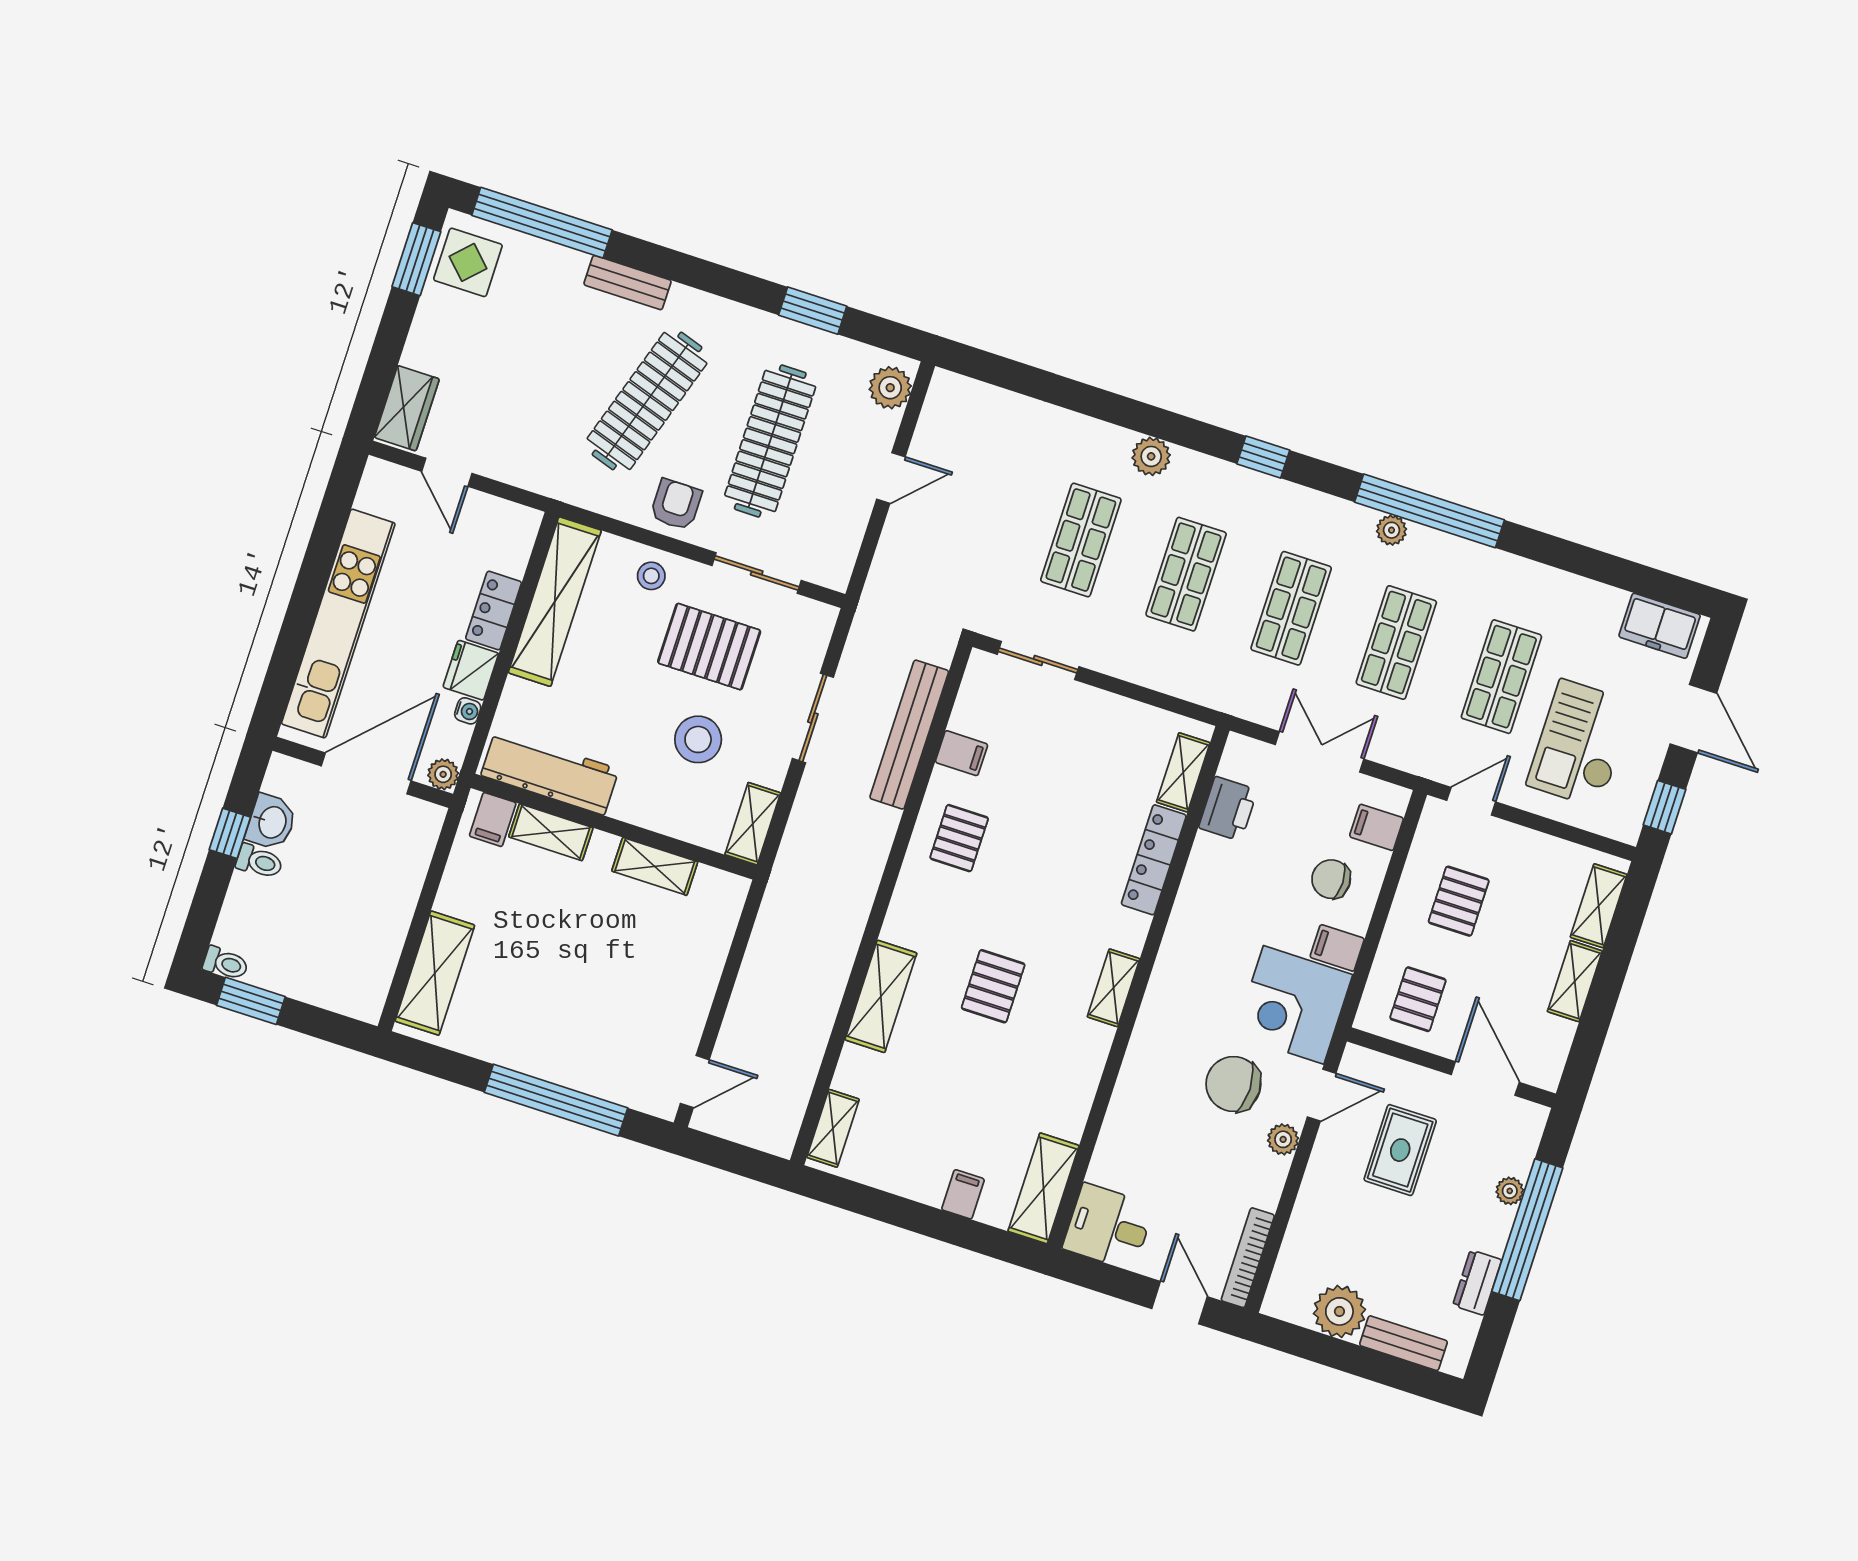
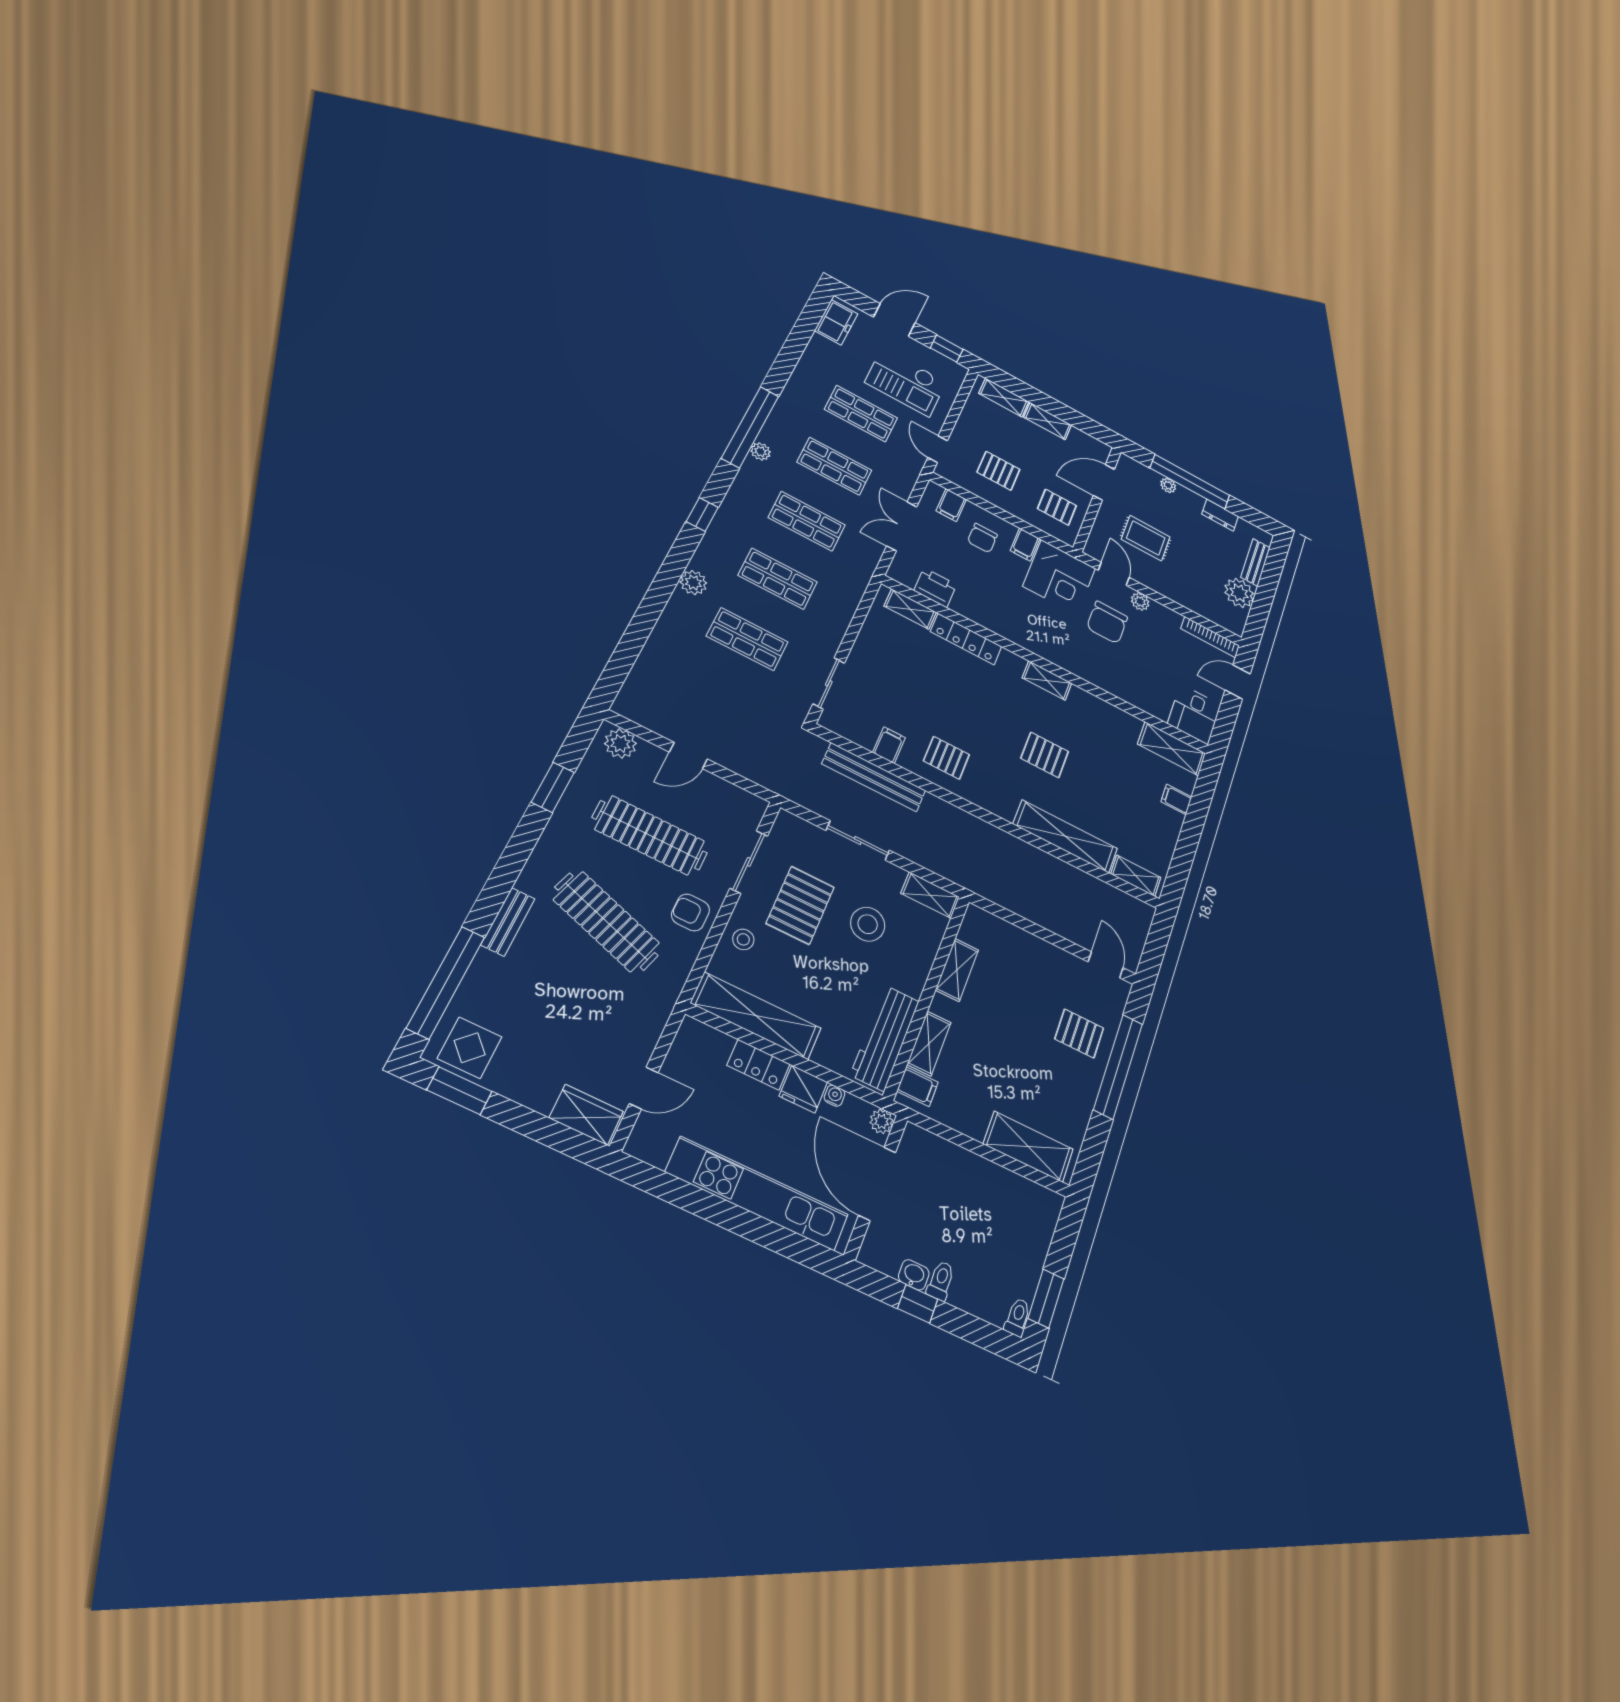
door: (891, 478) -> (688, 755), swing flipped
washbasin: (271, 822) -> (914, 1275), width x0.72, depth x0.69
shelving: (881, 996) -> (1065, 836), width x1.47
pallet: (593, 1043) -> (1079, 1034), added

